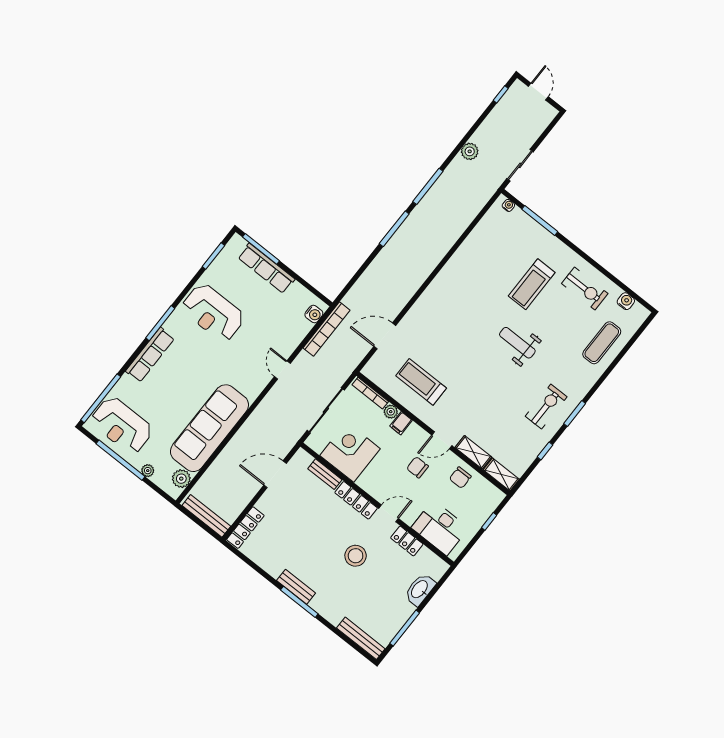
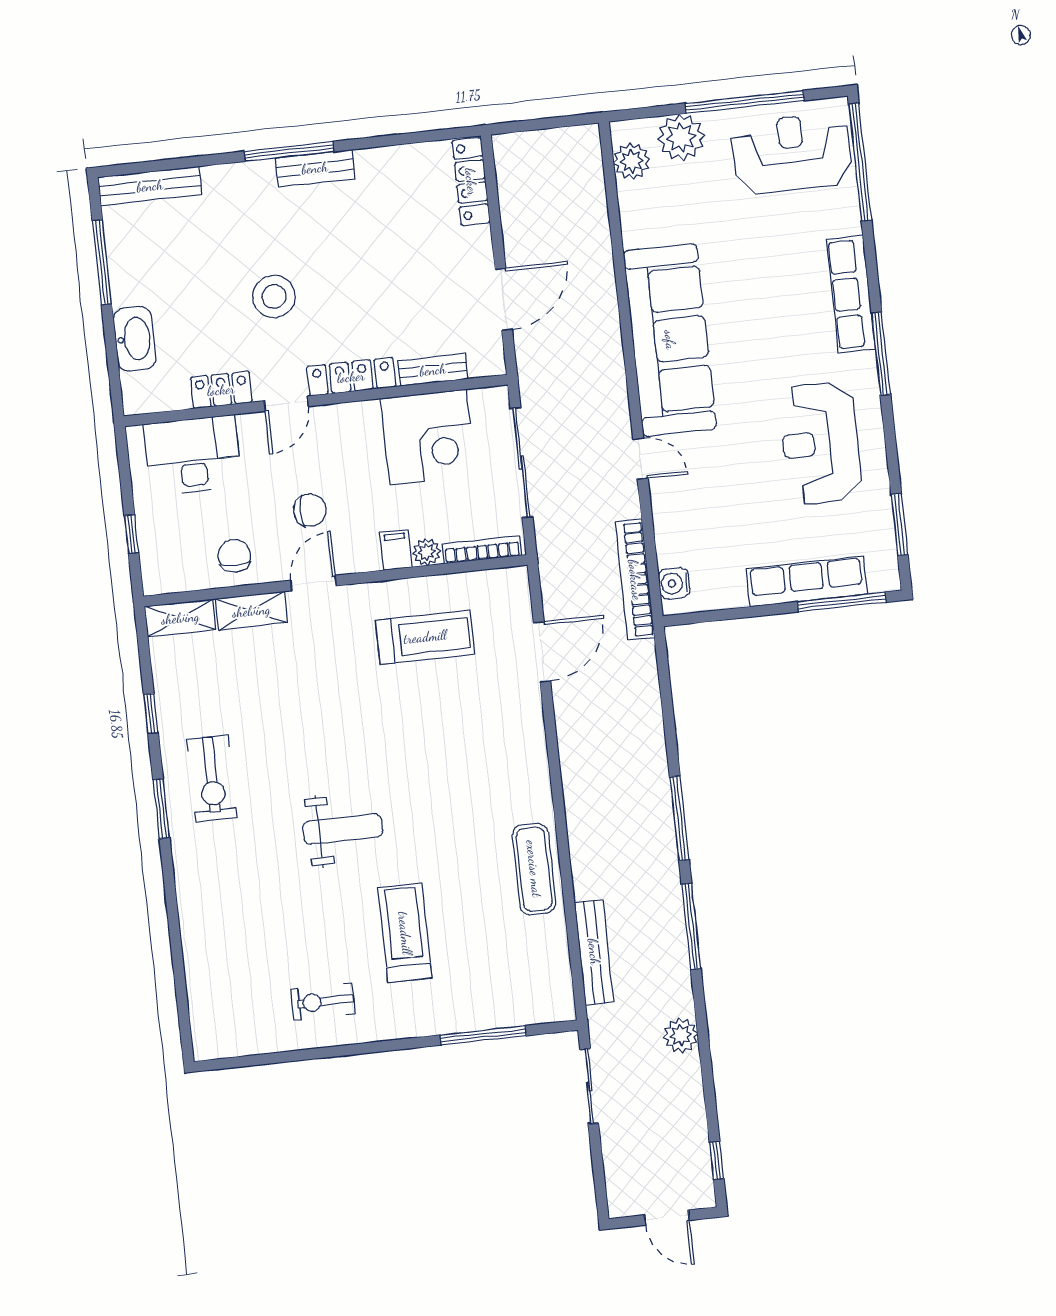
water cooler: (508, 205) -> (549, 1013), removed
exercise bike: (585, 289) -> (323, 1001), width x0.73, depth x0.72
water cooler: (626, 301) -> (246, 1041), removed
reception desk: (213, 313) -> (820, 443), turned -90
exercise mat: (602, 343) -> (534, 869), moved
sofa: (209, 428) -> (670, 340), moved
plant: (148, 471) -> (681, 137), width x1.87, depth x1.87
bench: (206, 516) -> (594, 952), moved, turned 90

